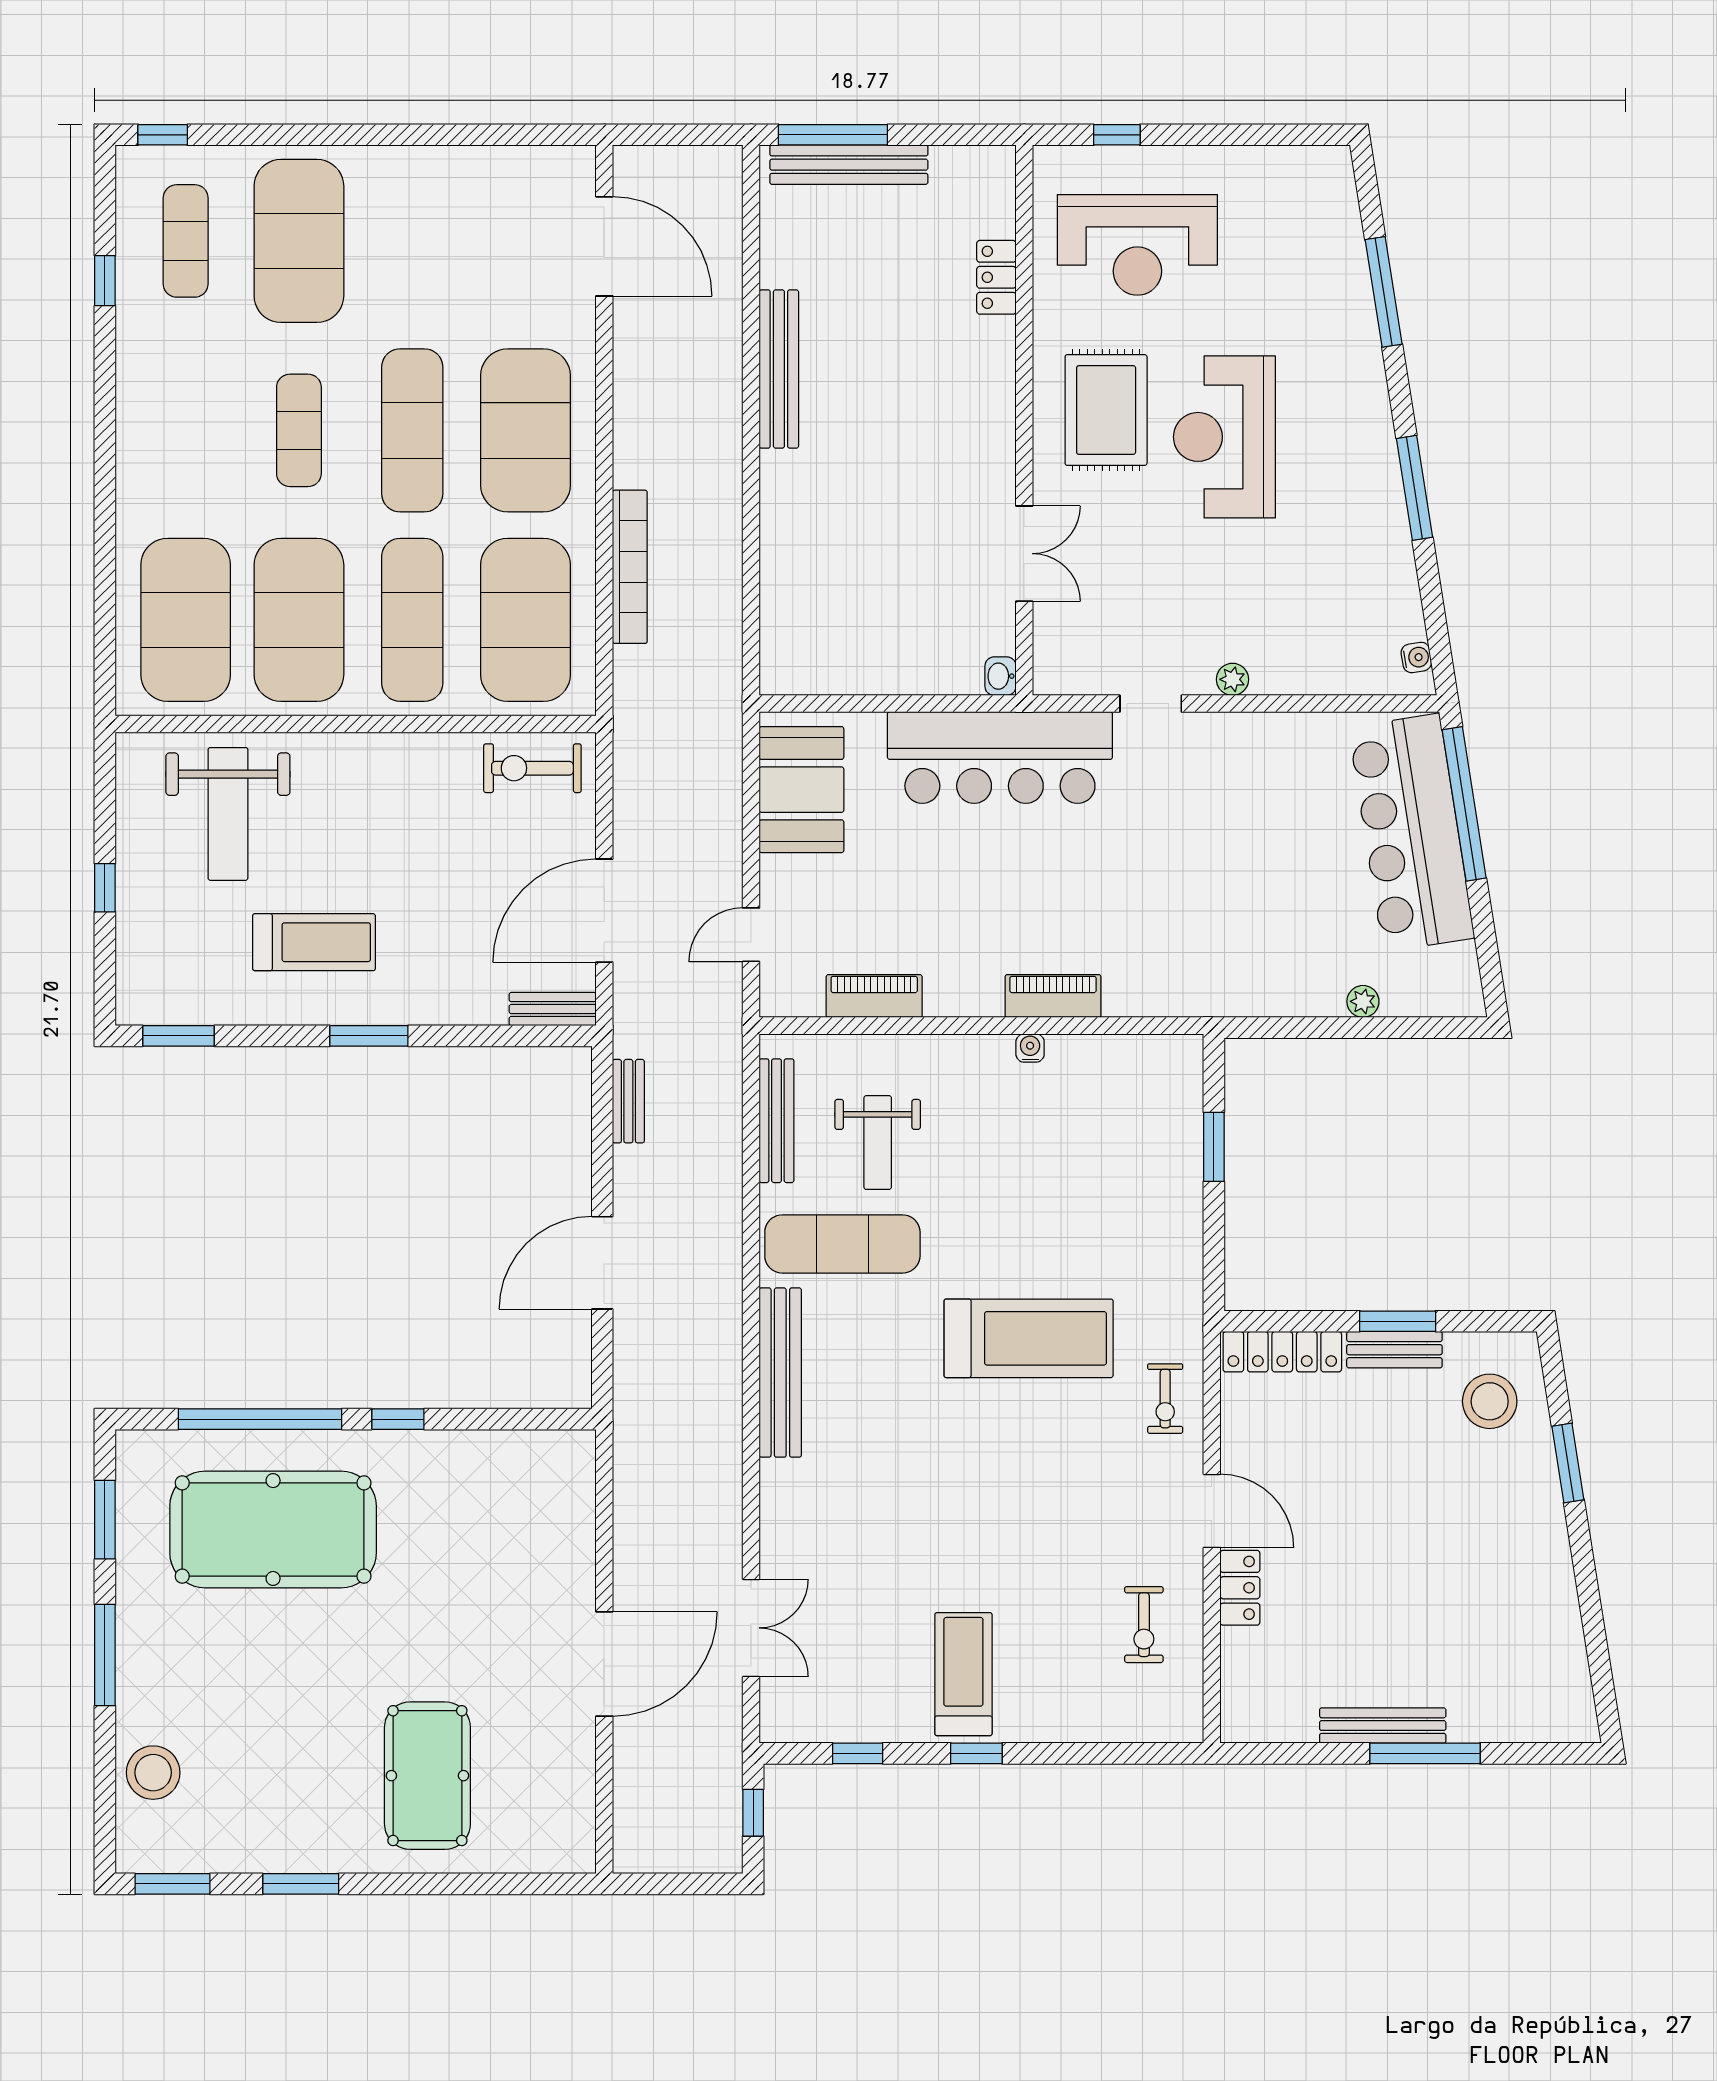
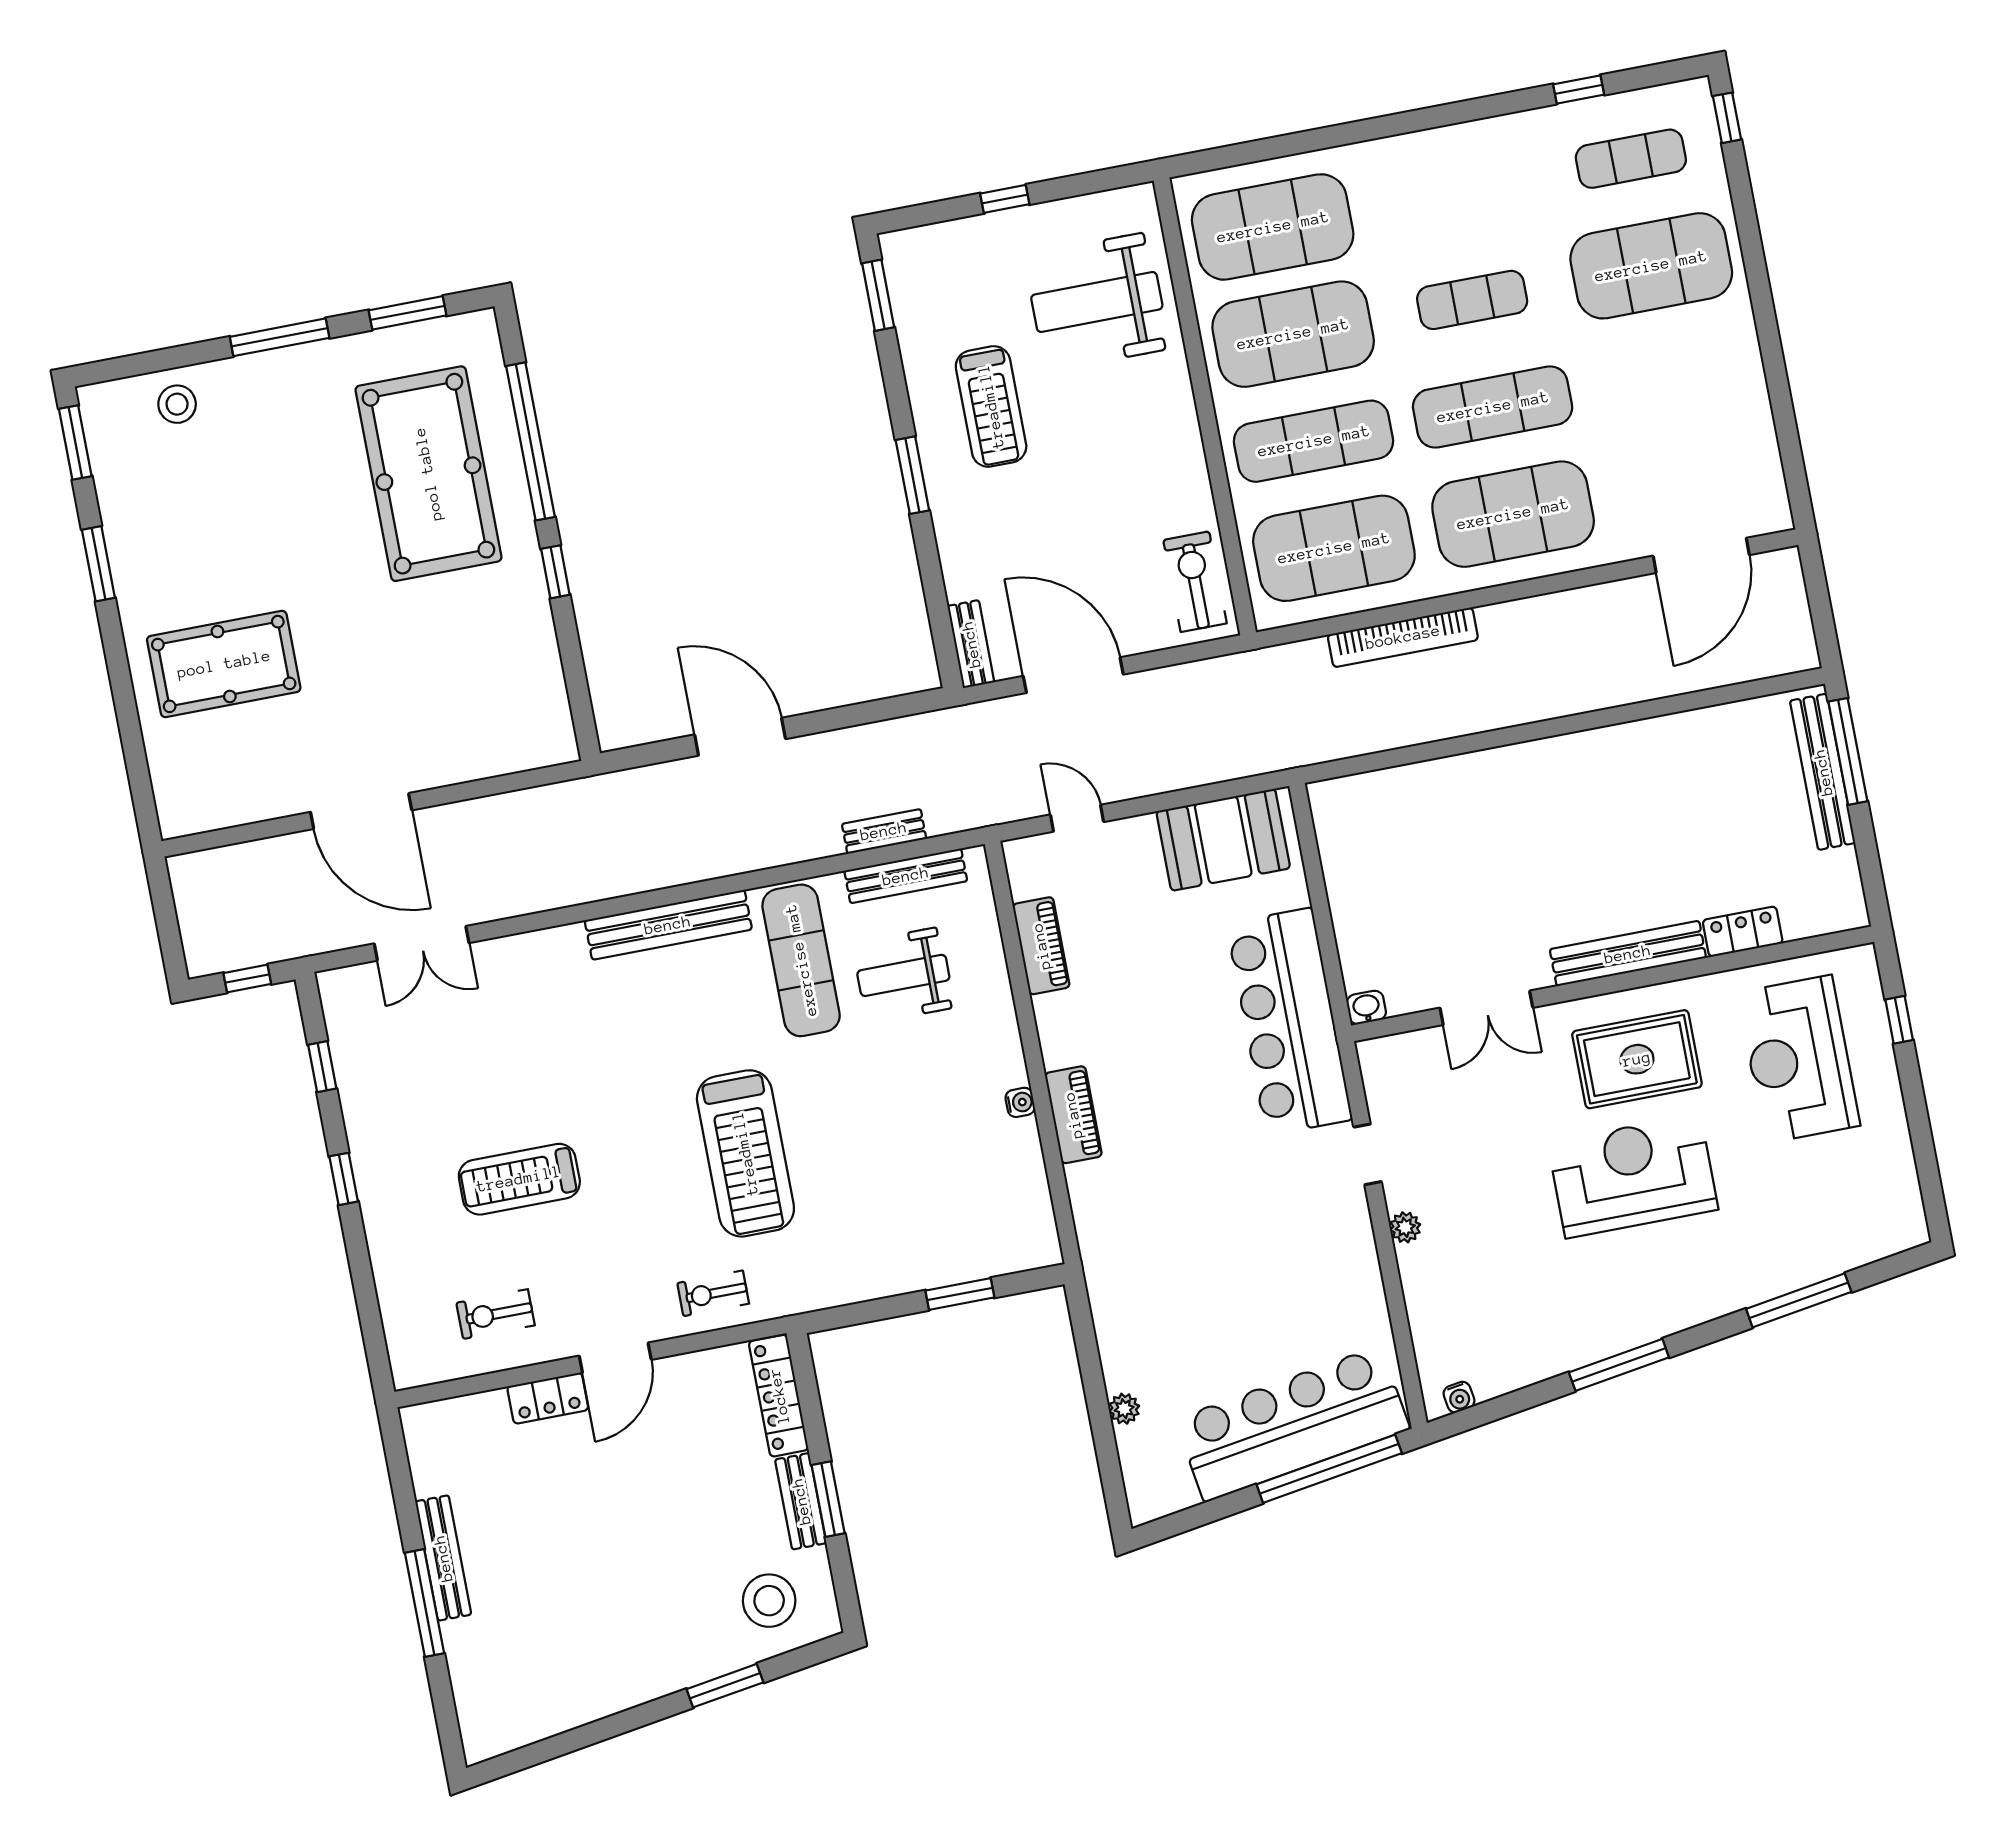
bench: (779, 369) -> (1628, 954), moved
bench: (628, 1101) -> (884, 831), moved
treadmill: (963, 1674) -> (519, 1179), moved, turned 180
stool: (153, 1773) -> (177, 404), width x0.73, depth x0.73

